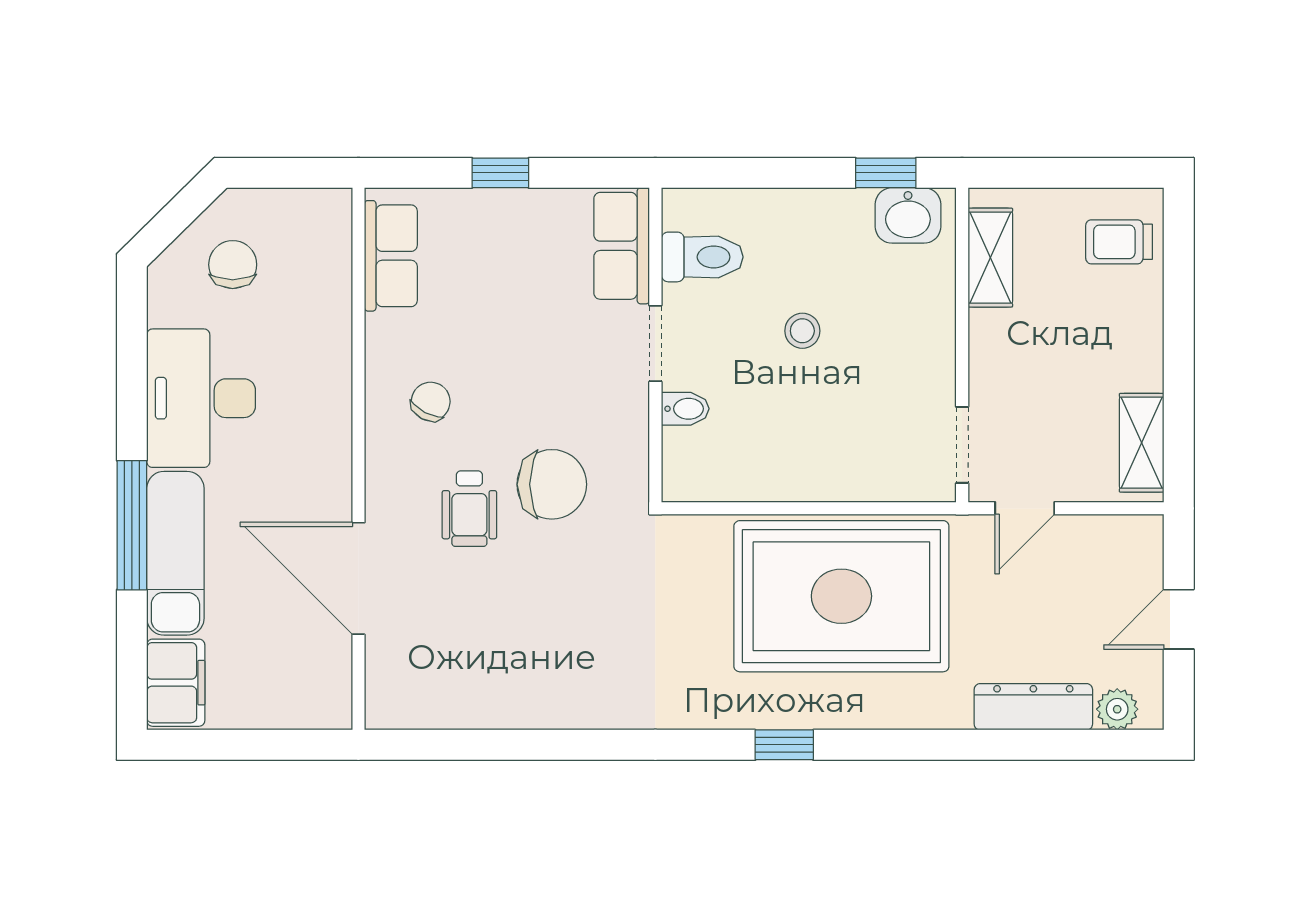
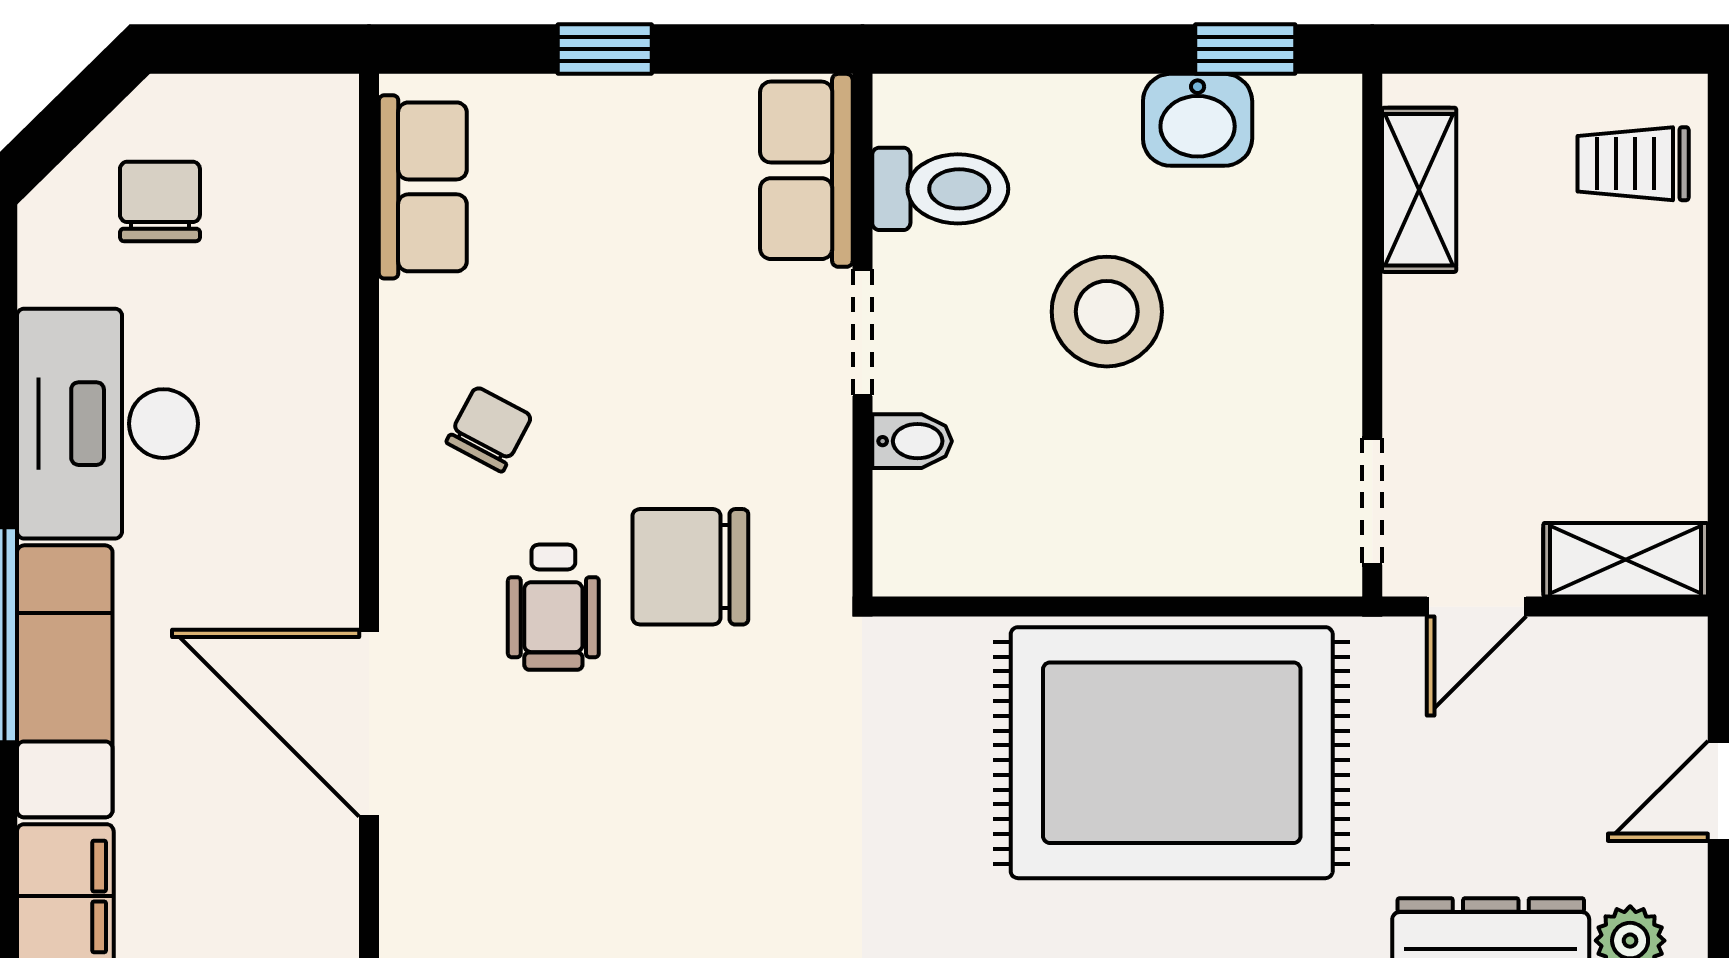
washbasin: (908, 215) -> (1198, 120), moved
stool: (802, 331) -> (1107, 312), width x1.89, depth x1.89
shelving: (1142, 443) -> (1626, 560), moved, turned 90
chair: (552, 484) -> (690, 567), turned 180

